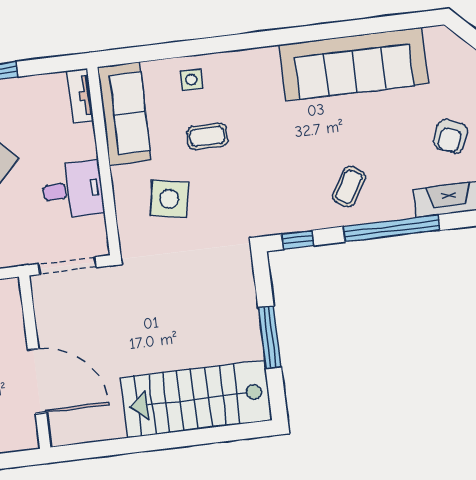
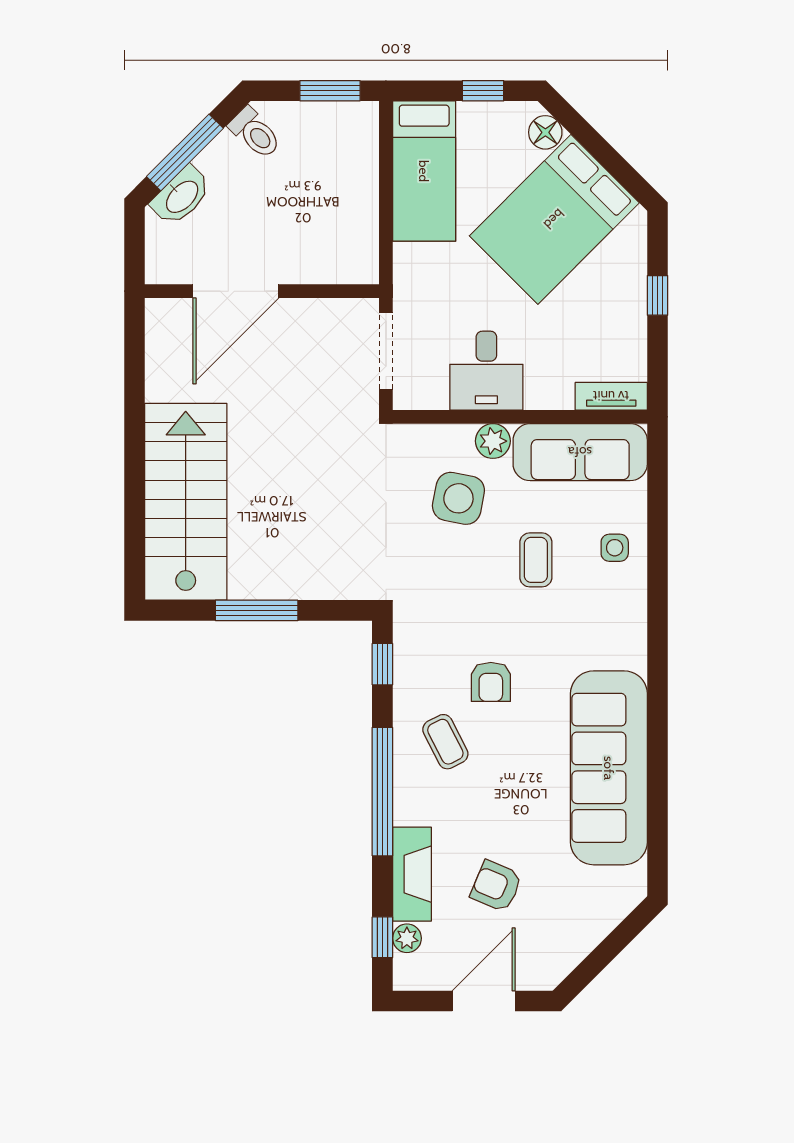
armchair: (301, 159) -> (491, 682), added
plant: (124, 179) -> (493, 441), added
coffee table: (349, 187) -> (445, 742), turned 31

